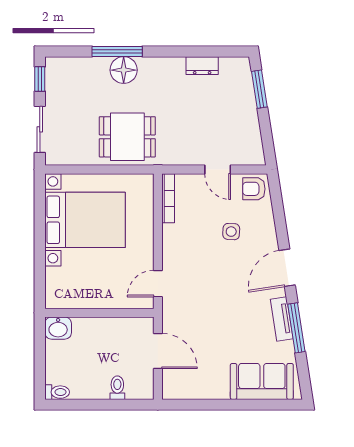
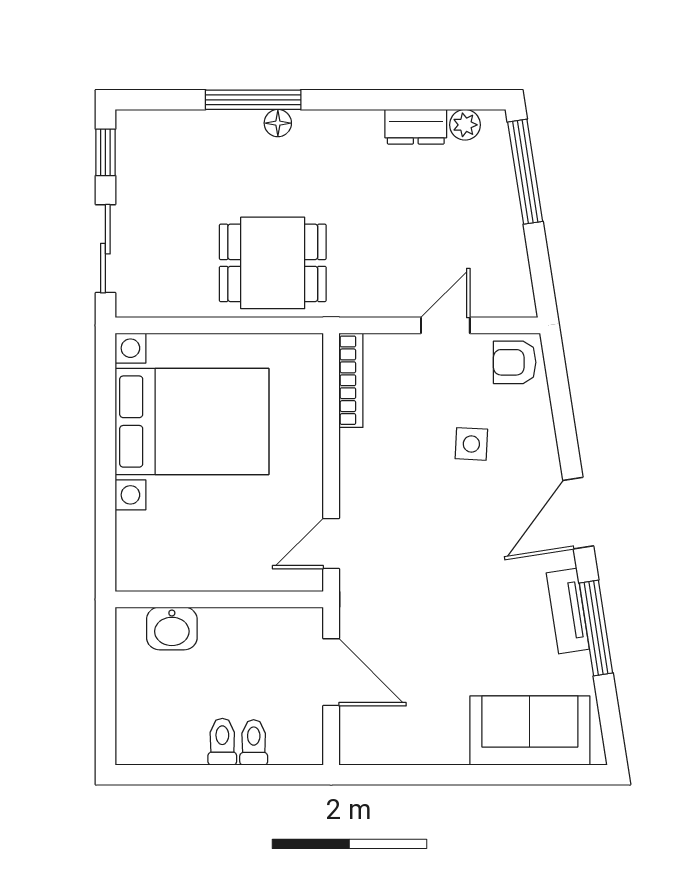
plant: (228, 65) -> (465, 125), added
floor lamp: (124, 70) -> (278, 123), width x0.53, depth x0.53
window: (259, 89) -> (525, 172), width x1.44
door: (218, 170) -> (445, 325), swing flipped
washbasin: (58, 328) -> (172, 628), moved
toilet: (57, 392) -> (222, 742), moved, turned -90

